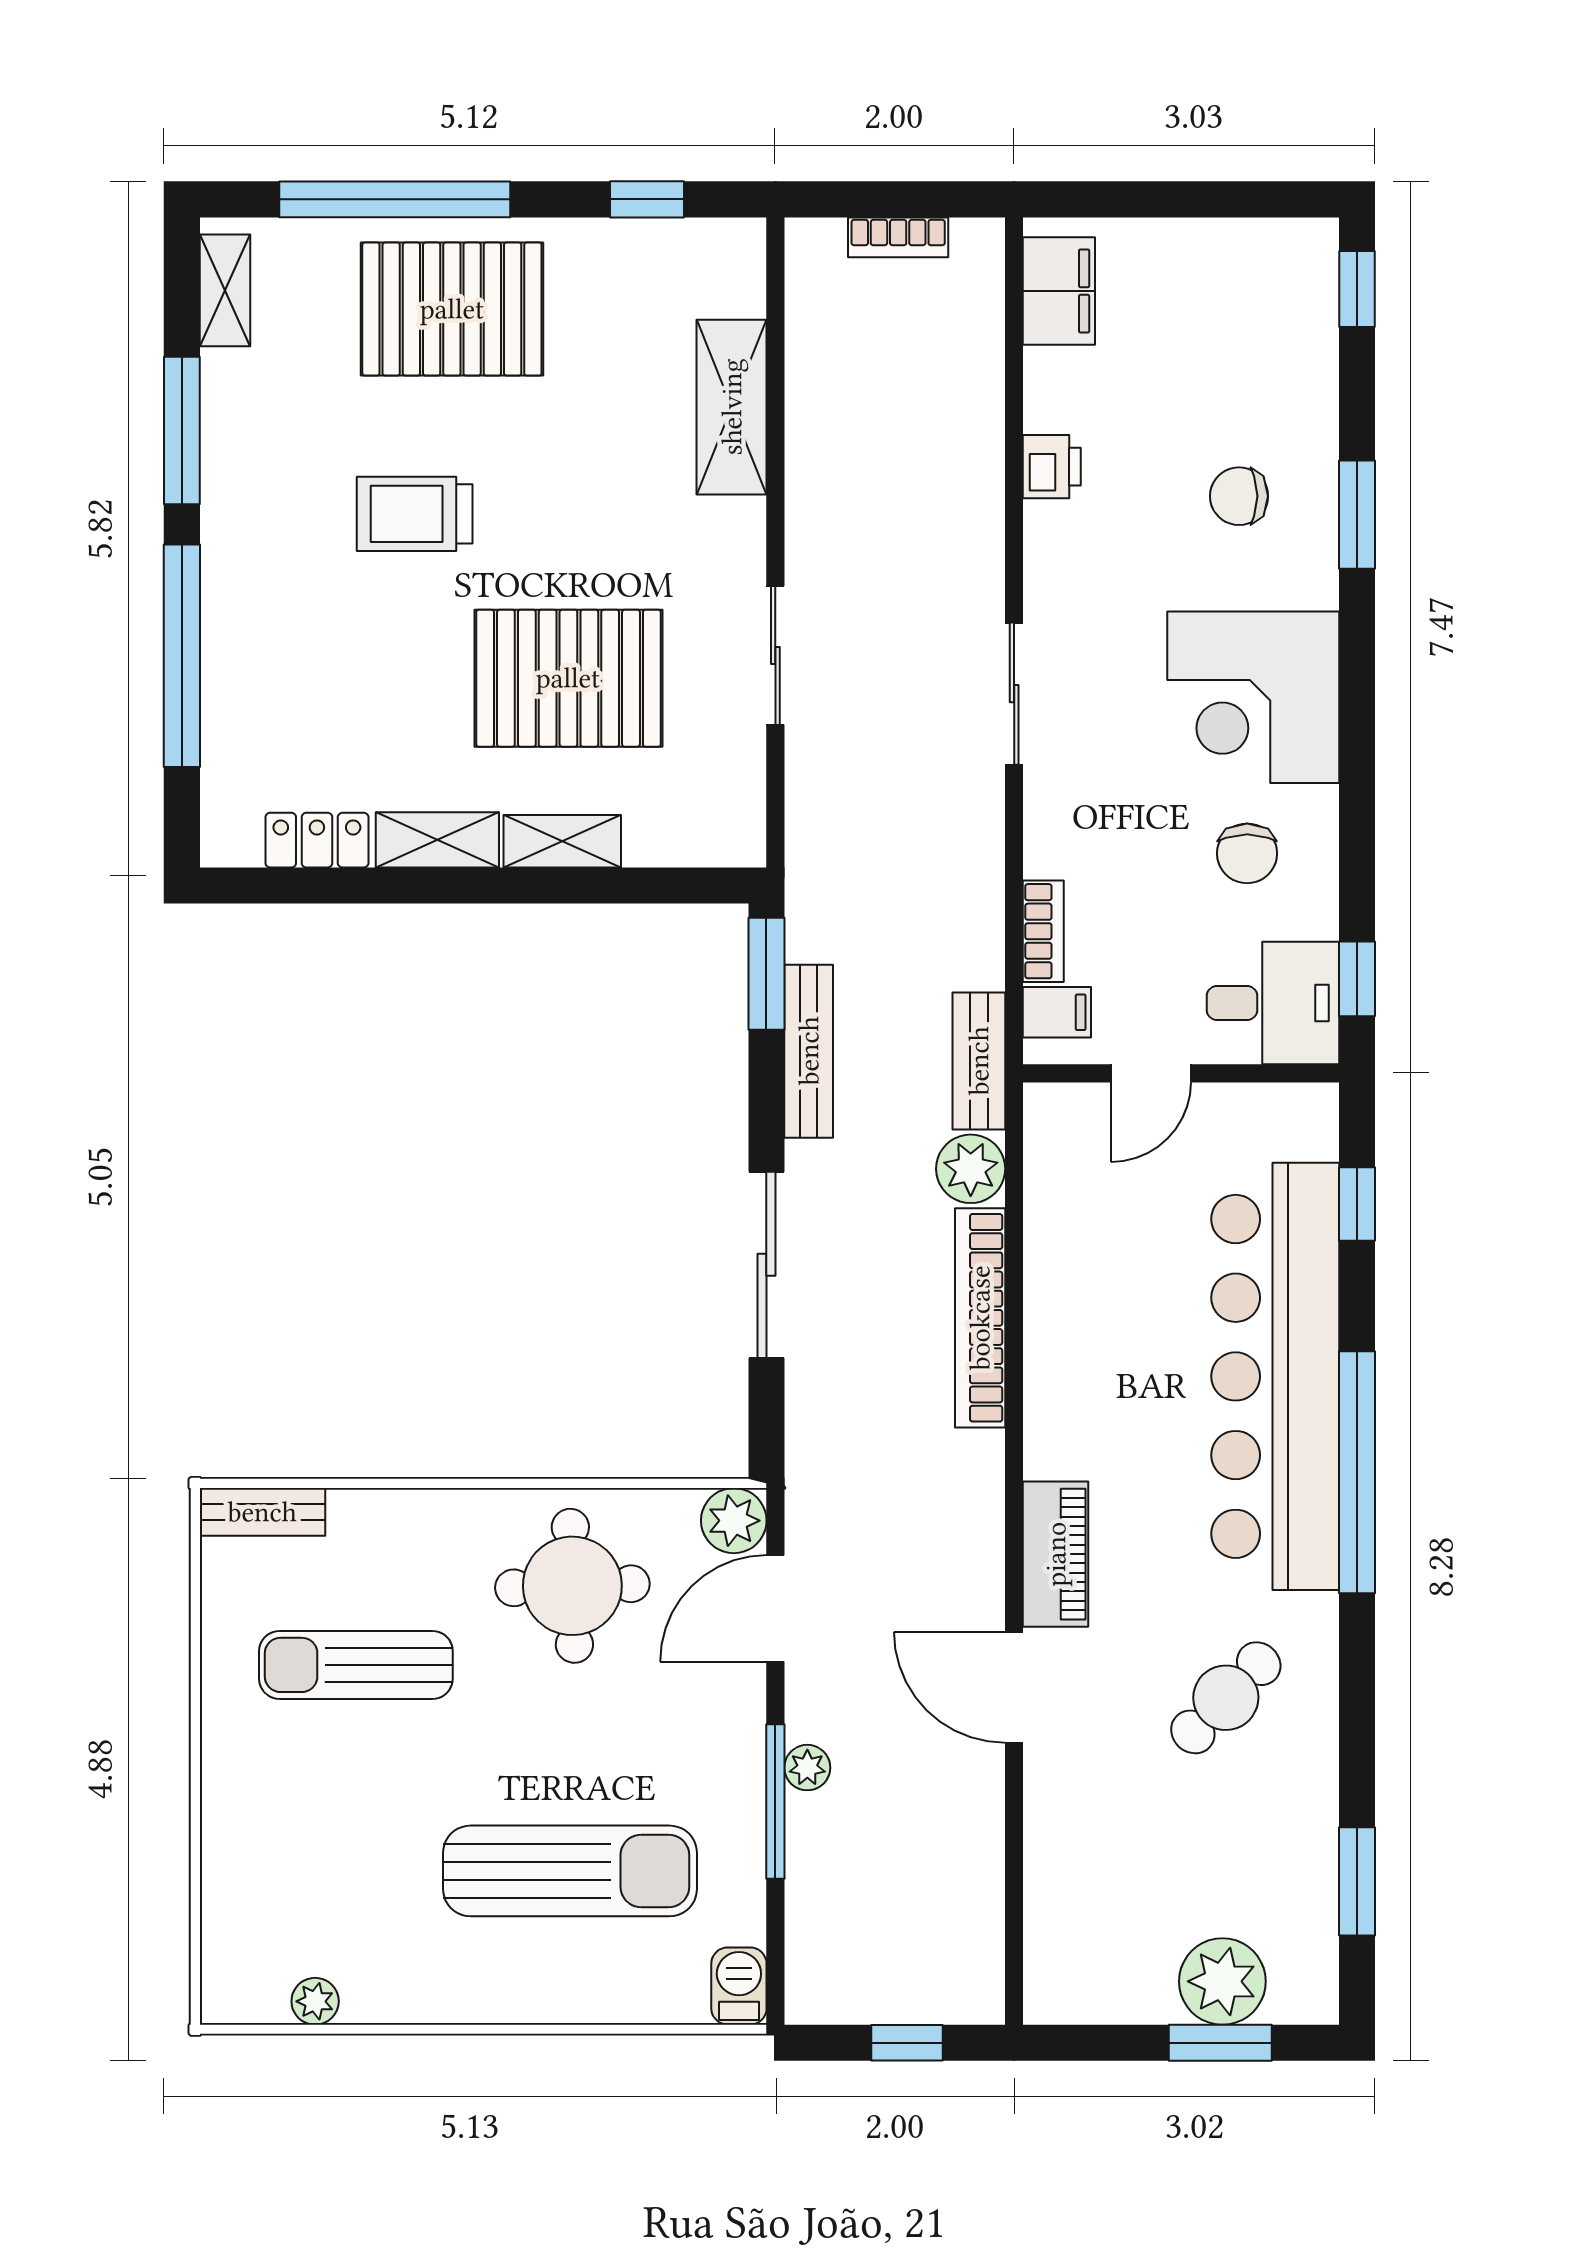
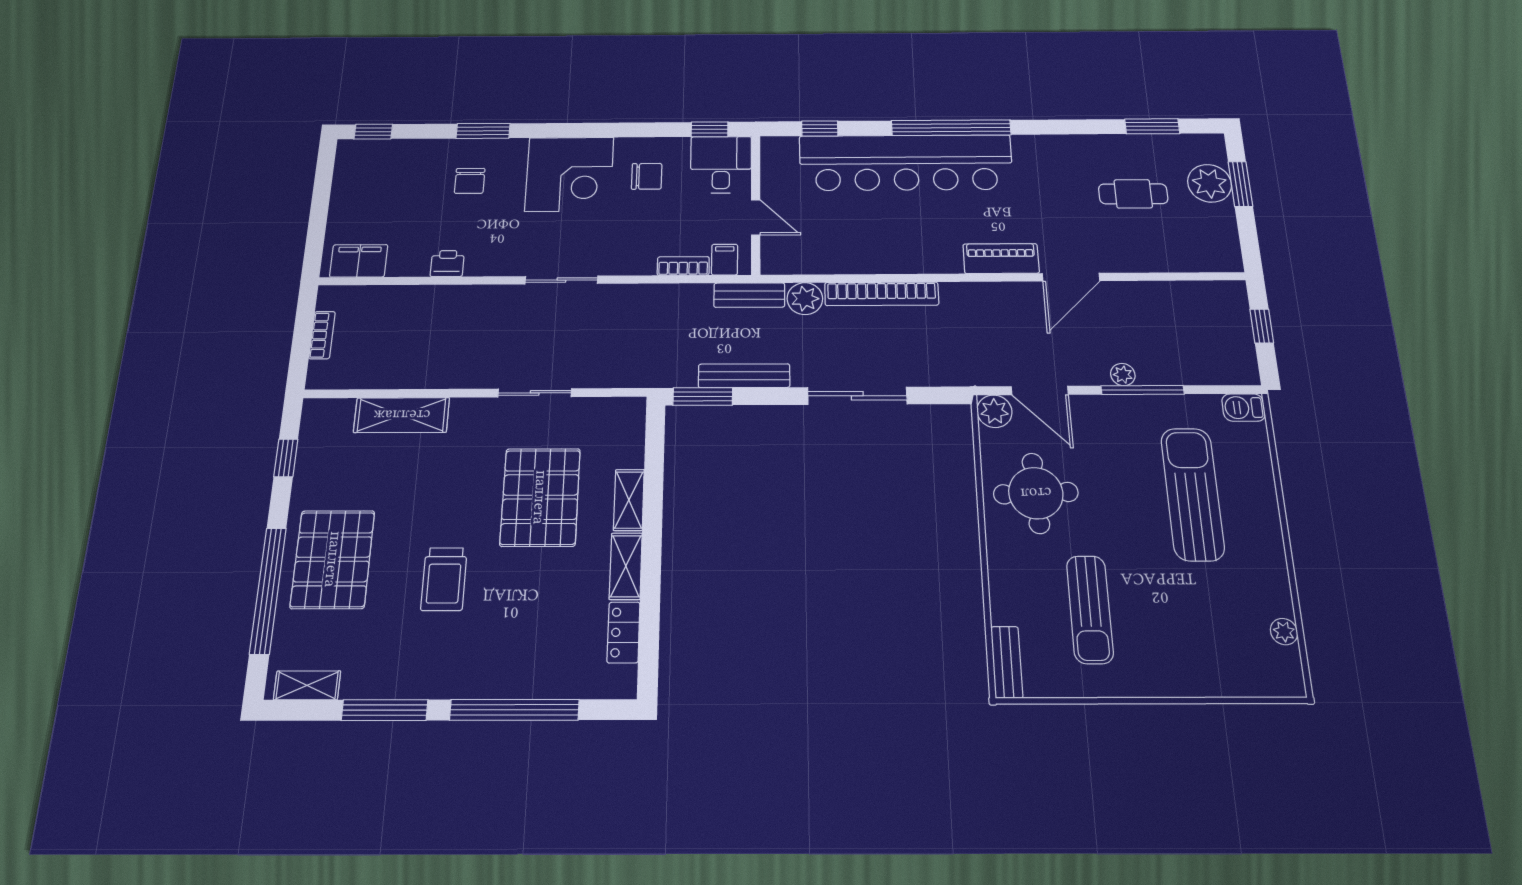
cafe table: (1226, 1698) -> (1133, 194), moved, turned -44

